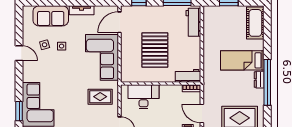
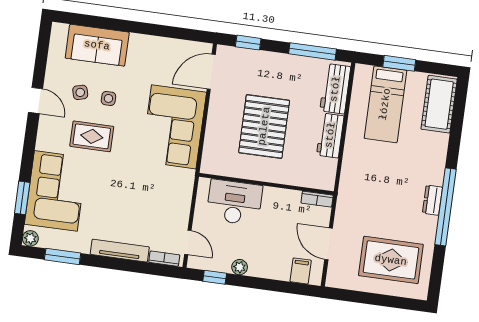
tv unit: (82, 10) -> (150, 43), removed
bed: (242, 60) -> (385, 104), moved, turned -90
workbench: (188, 76) -> (330, 135), moved, turned -90
rug: (100, 97) -> (92, 136), moved

